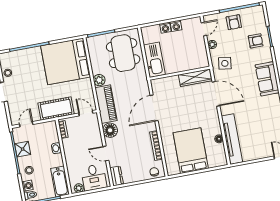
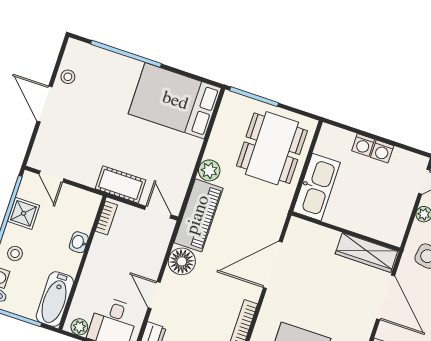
bed: (66, 61) -> (175, 101), width x0.73
cot: (56, 109) -> (121, 184), width x0.73, depth x0.75
door: (26, 124) -> (51, 176), swing flipped

